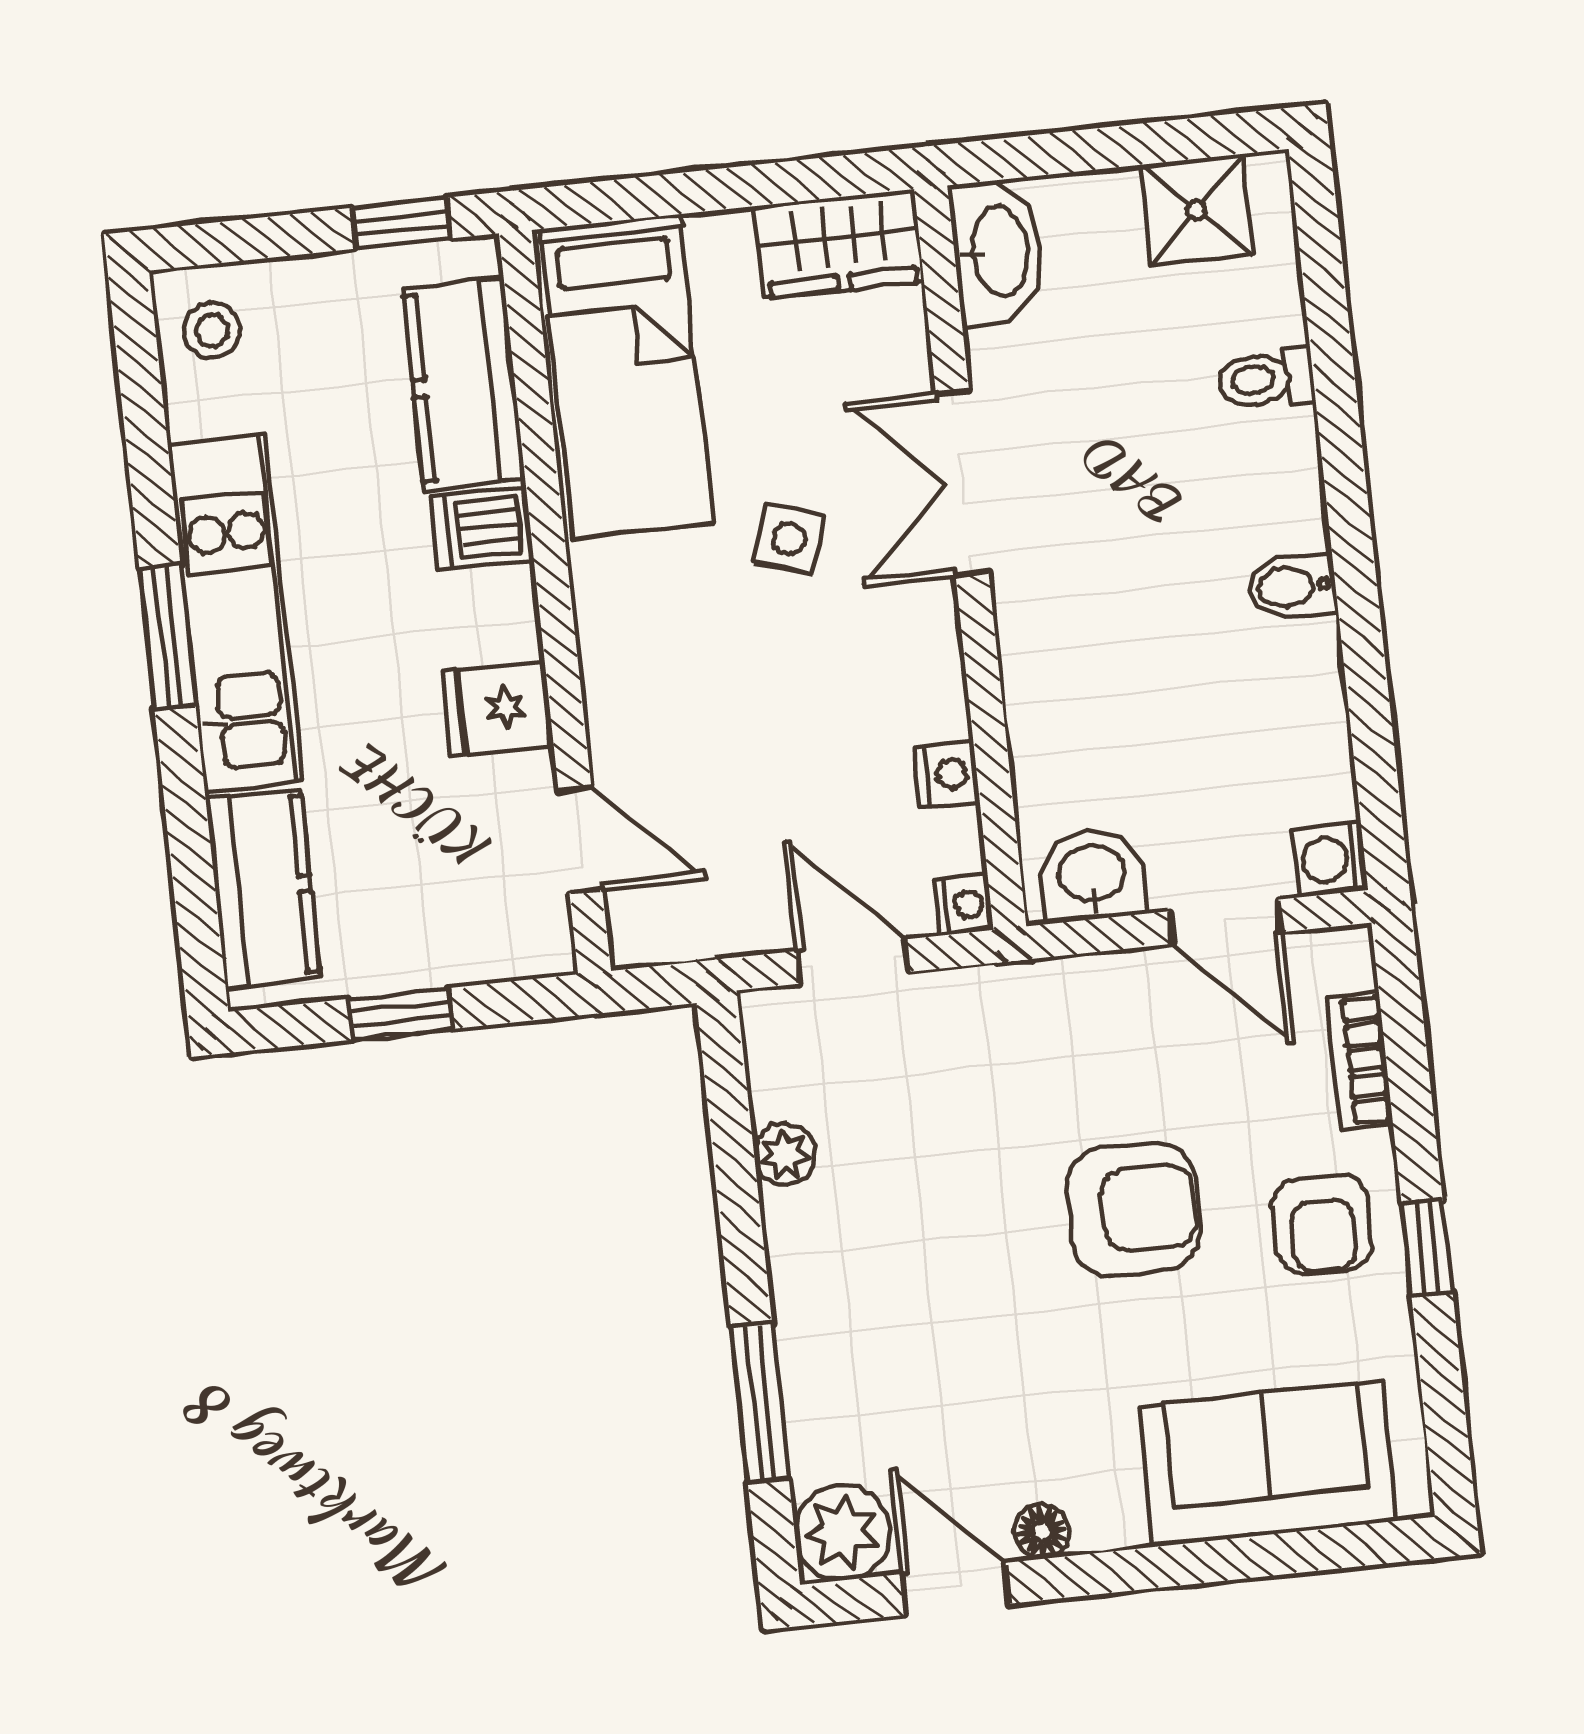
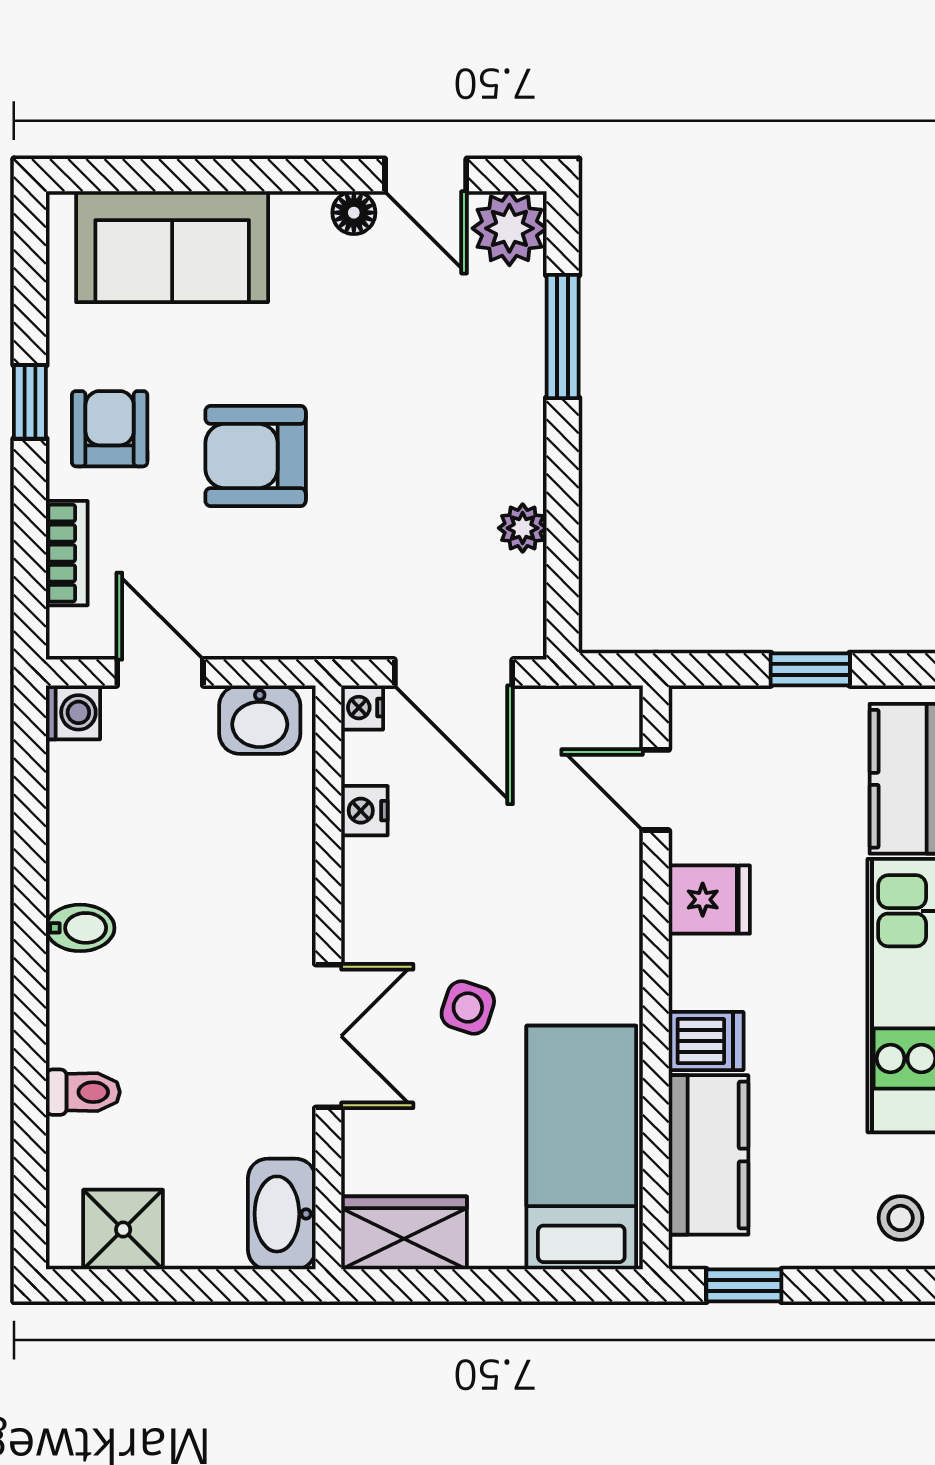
door: (853, 961) -> (453, 673), width x1.38

